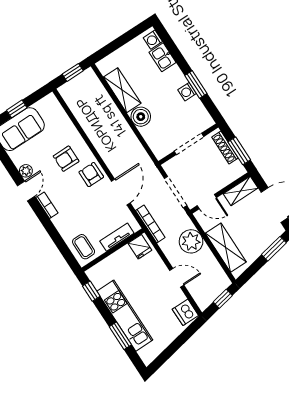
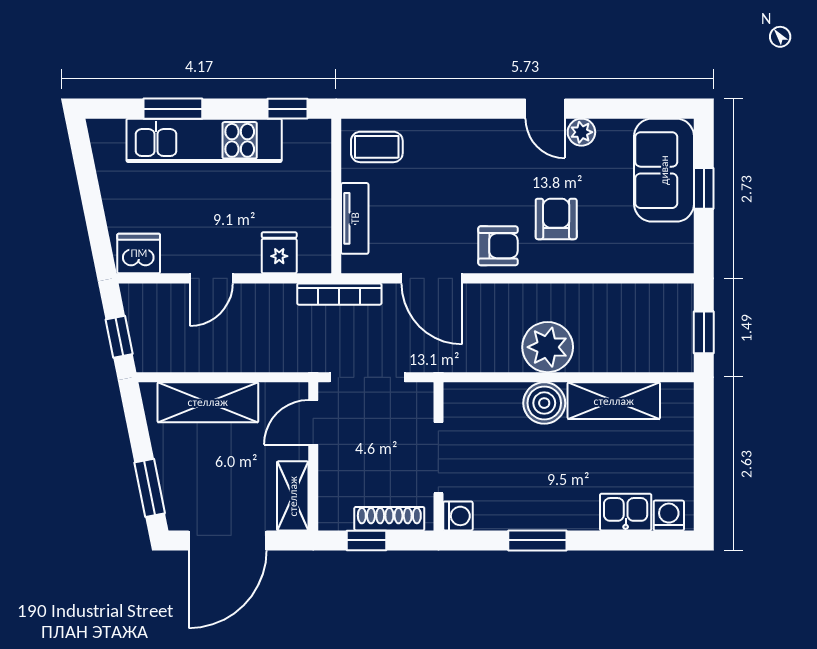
washing machine: (187, 92) -> (458, 516), moved, turned 90
window: (239, 151) -> (366, 540), width x0.67
bookcase: (47, 205) -> (495, 129), removed
plant: (191, 241) -> (548, 347), moved
fridge: (140, 247) -> (279, 253), moved, turned 90

